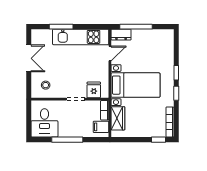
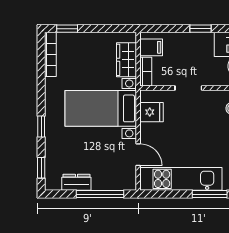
dresser: (121, 35) -> (76, 182), moved
door: (110, 53) -> (138, 155), swing flipped
fridge: (94, 90) -> (152, 112), moved, turned -90
window: (176, 93) -> (41, 168), moved
window: (67, 140) -> (201, 29), width x0.46

